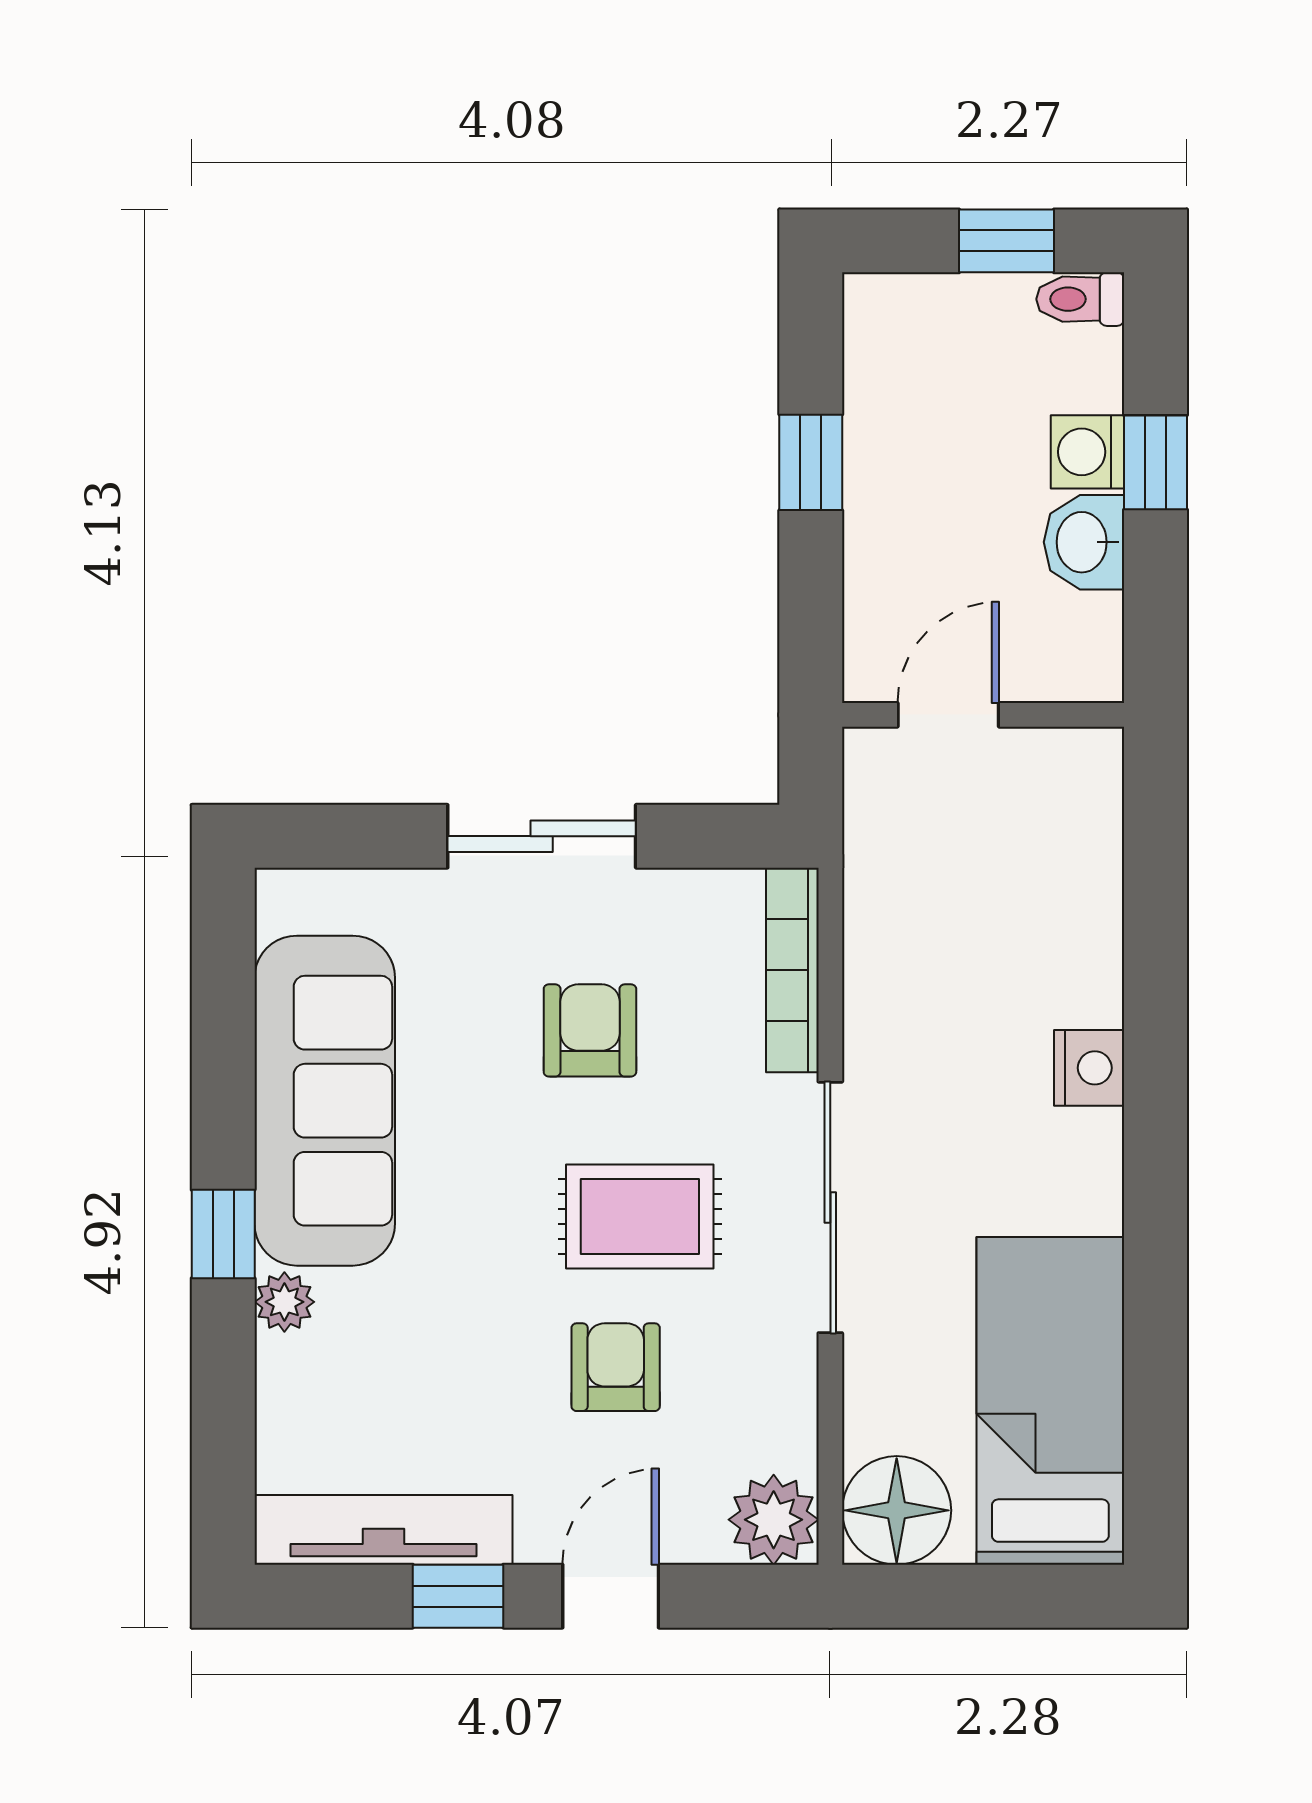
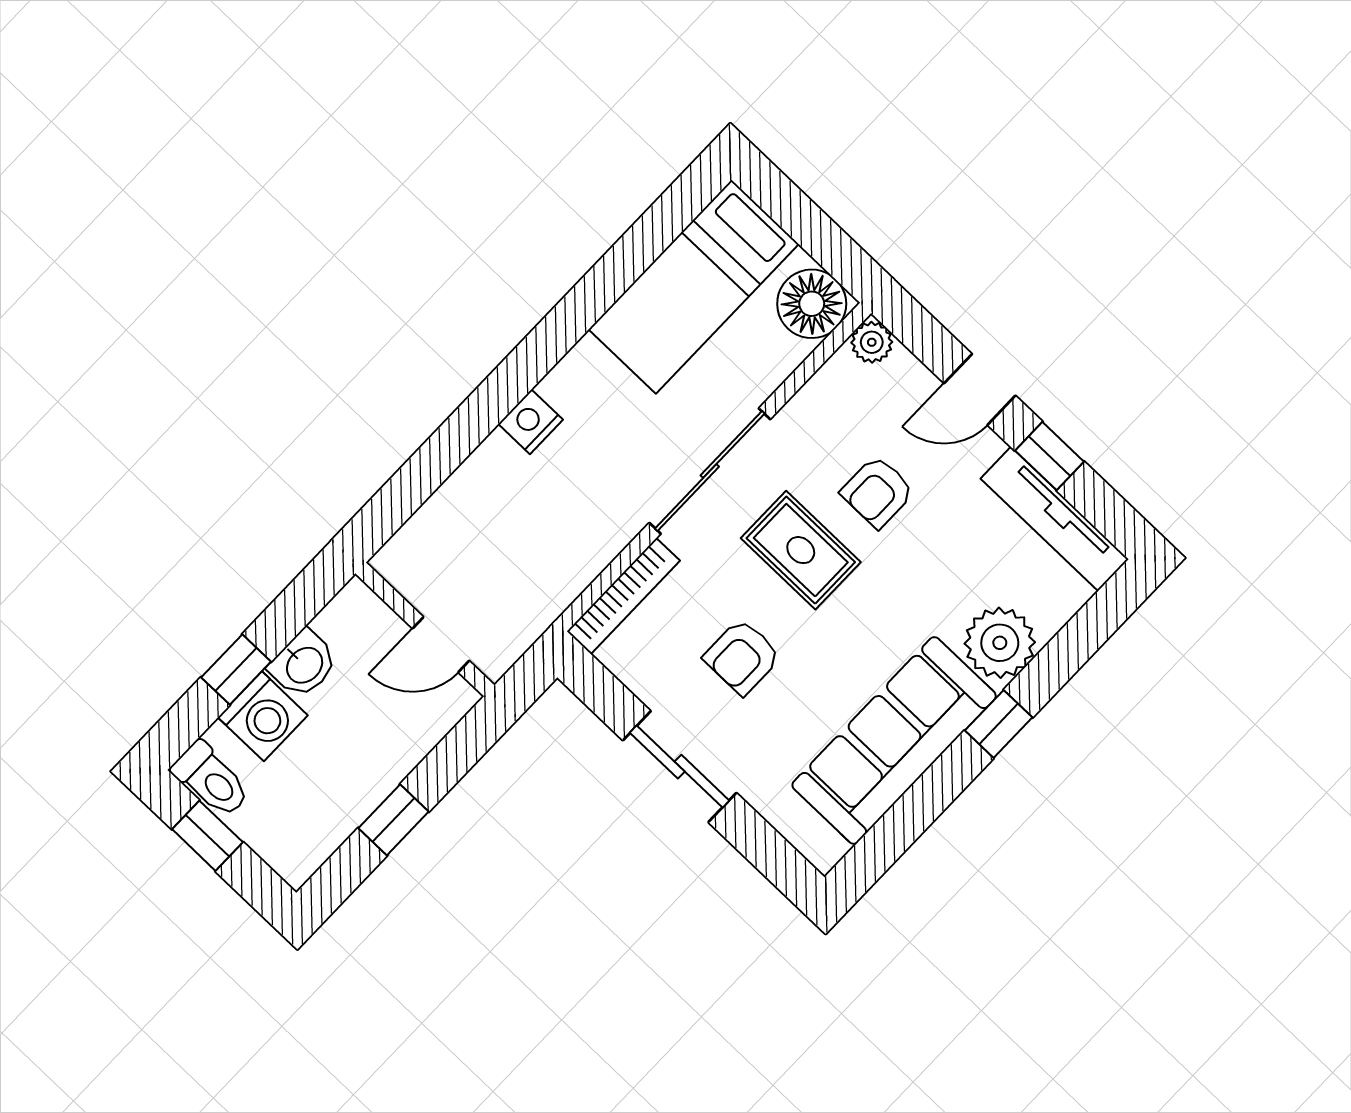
toilet: (1080, 299) -> (211, 780), width x1.37, depth x1.39
washing machine: (1087, 452) -> (263, 716), width x1.38, depth x1.38
plant: (284, 1302) -> (1000, 643), width x1.88, depth x1.88
plant: (774, 1520) -> (872, 342), width x0.73, depth x0.73

